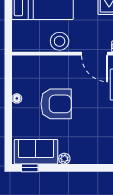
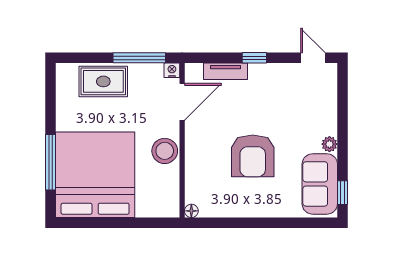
floor lamp: (17, 98) -> (191, 211), moved
armchair: (56, 104) -> (253, 156), turned 180

